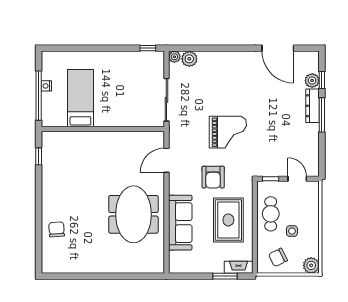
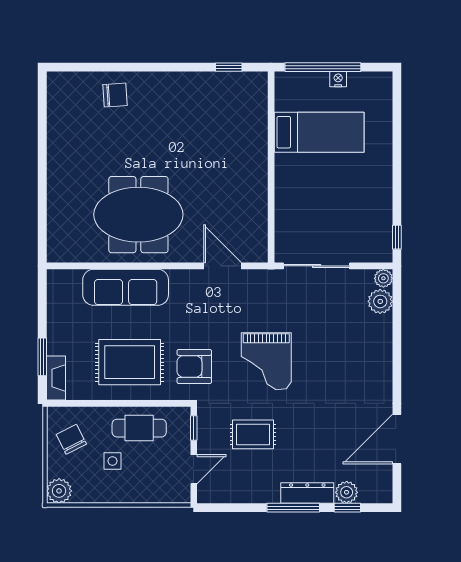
rug: (275, 141) -> (253, 434), added
armchair: (213, 177) -> (194, 366), moved

